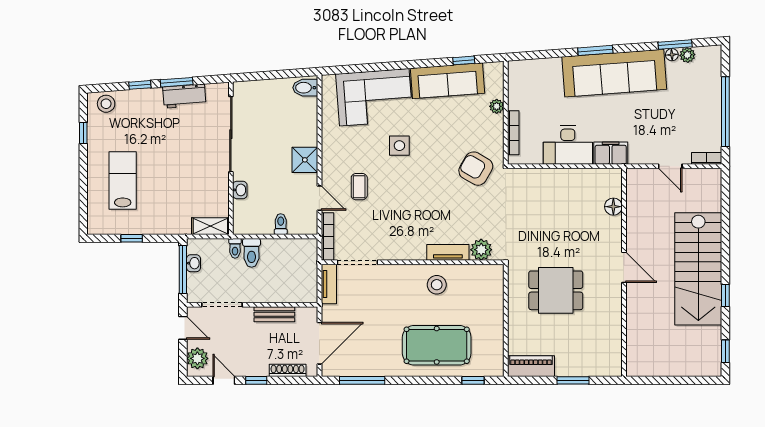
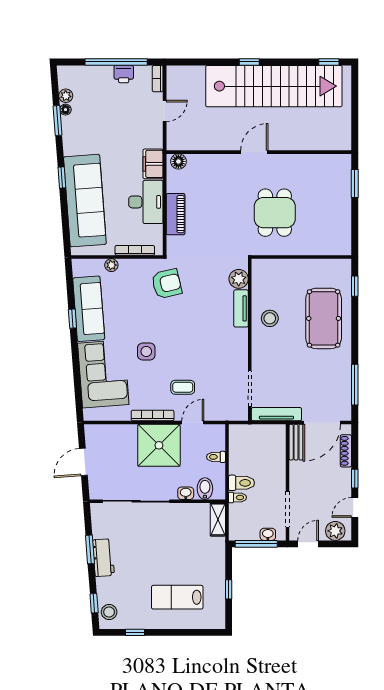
window: (675, 44) -> (57, 120), moved
window: (595, 50) -> (62, 178), width x0.67
window: (464, 60) -> (72, 319), moved
sofa: (614, 73) -> (85, 201), moved
door: (275, 75) -> (83, 462), added
window: (140, 85) -> (94, 603), moved
bidet: (305, 88) -> (205, 489), moved, turned 180
workbench: (184, 96) -> (103, 558), moved
printer: (712, 120) -> (124, 74), added
shower: (305, 160) -> (159, 445), width x1.86, depth x1.86
armchair: (476, 169) -> (167, 284), turned -133
floor lamp: (613, 207) -> (178, 161), moved
bookcase: (327, 236) -> (153, 415), moved
washbasin: (193, 263) -> (268, 534), moved
stairs: (698, 269) -> (274, 86), width x1.36
tv unit: (329, 284) -> (276, 414), width x1.41
window: (725, 296) -> (249, 62), moved
bench: (274, 314) -> (296, 442), moved
door: (319, 343) -> (322, 423), swing flipped
piano: (531, 366) -> (176, 214), moved, turned 180
window: (573, 380) -> (355, 183), moved

